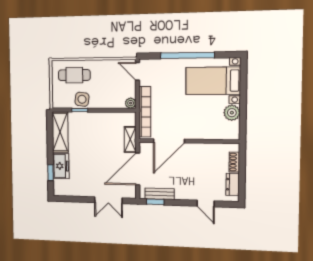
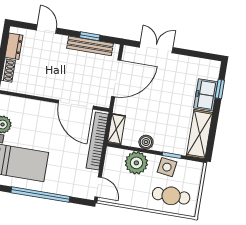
plant: (131, 103) -> (136, 163), moved, width x1.87, depth x1.87
boiler: (103, 118) -> (146, 142), added
shelving: (130, 139) -> (116, 129), moved
door: (169, 141) -> (76, 105), swing flipped
bench: (160, 194) -> (90, 46), width x1.36
window: (155, 202) -> (90, 36), moved

